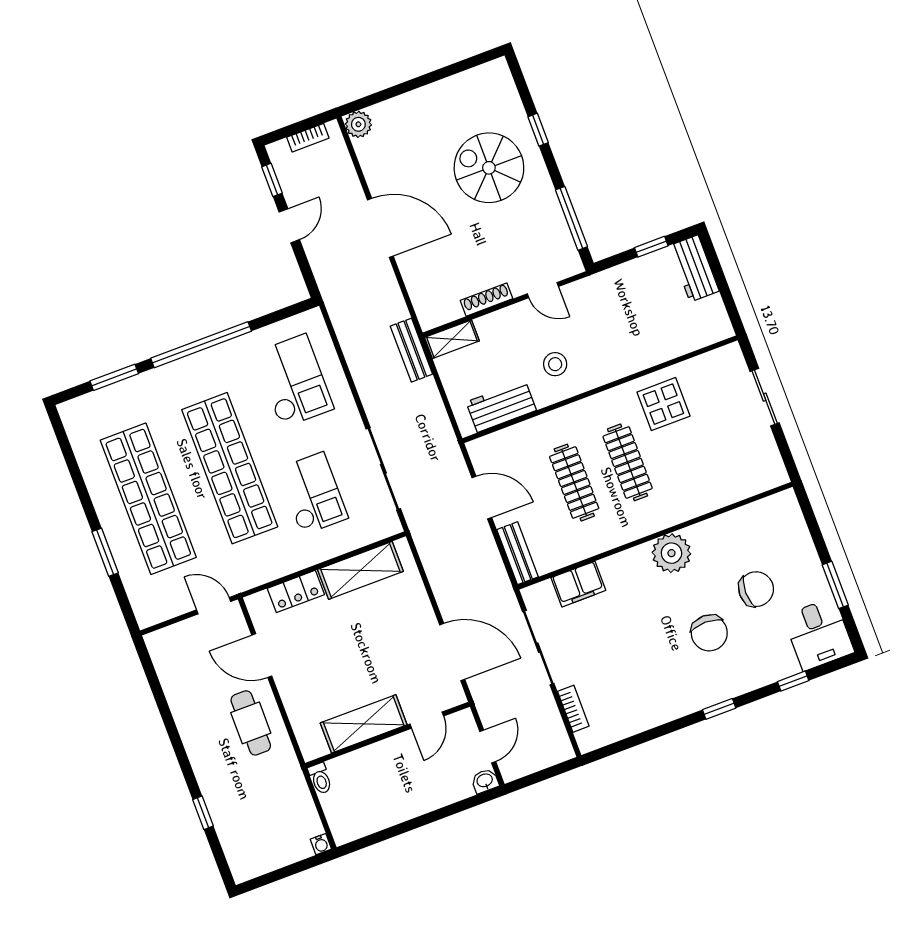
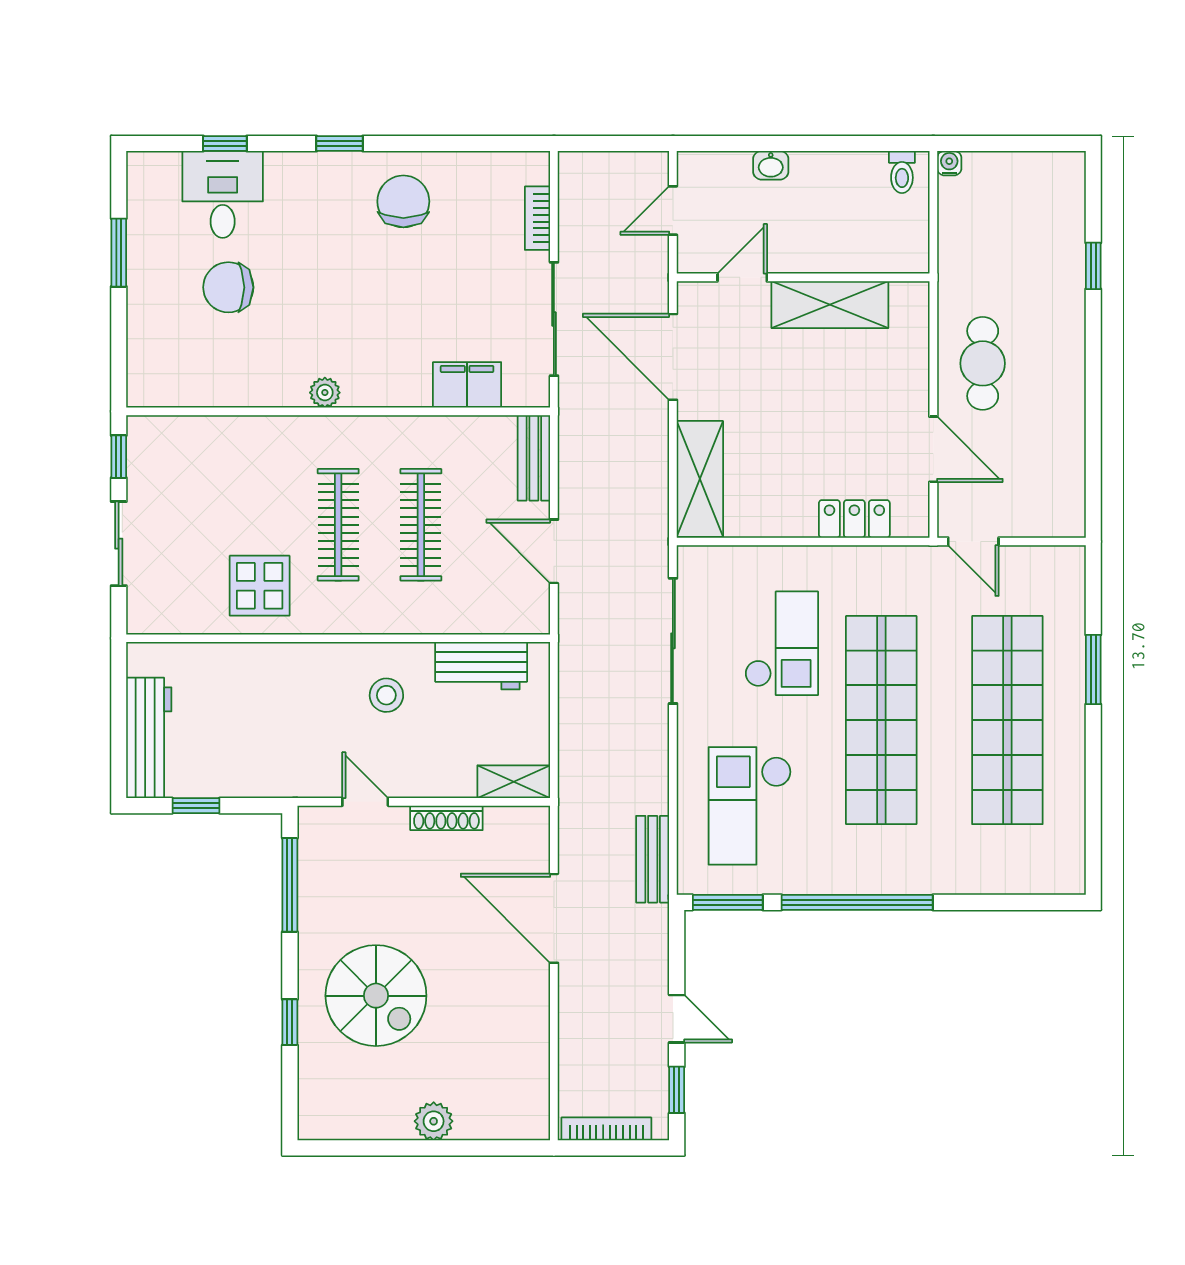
plant: (358, 124) -> (434, 1121), moved
bookcase: (308, 138) -> (606, 1129), width x1.56
door: (289, 226) -> (677, 1019), swing flipped
door: (380, 228) -> (554, 918), moved
workbench: (694, 268) -> (149, 738), width x1.38
bench: (411, 350) -> (653, 859), moved
window: (114, 377) -> (728, 902), moved
window: (786, 453) -> (119, 457), added
checkout: (313, 494) -> (782, 643), turned 180
plant: (671, 553) -> (325, 393), width x0.53, depth x0.53
shelving: (360, 570) -> (700, 479), moved, turned 90
chair: (709, 633) -> (403, 201), moved
desk: (818, 634) -> (223, 194), moved
toilet: (320, 778) -> (902, 172), moved, turned 180
washbasin: (485, 781) -> (771, 165), moved

